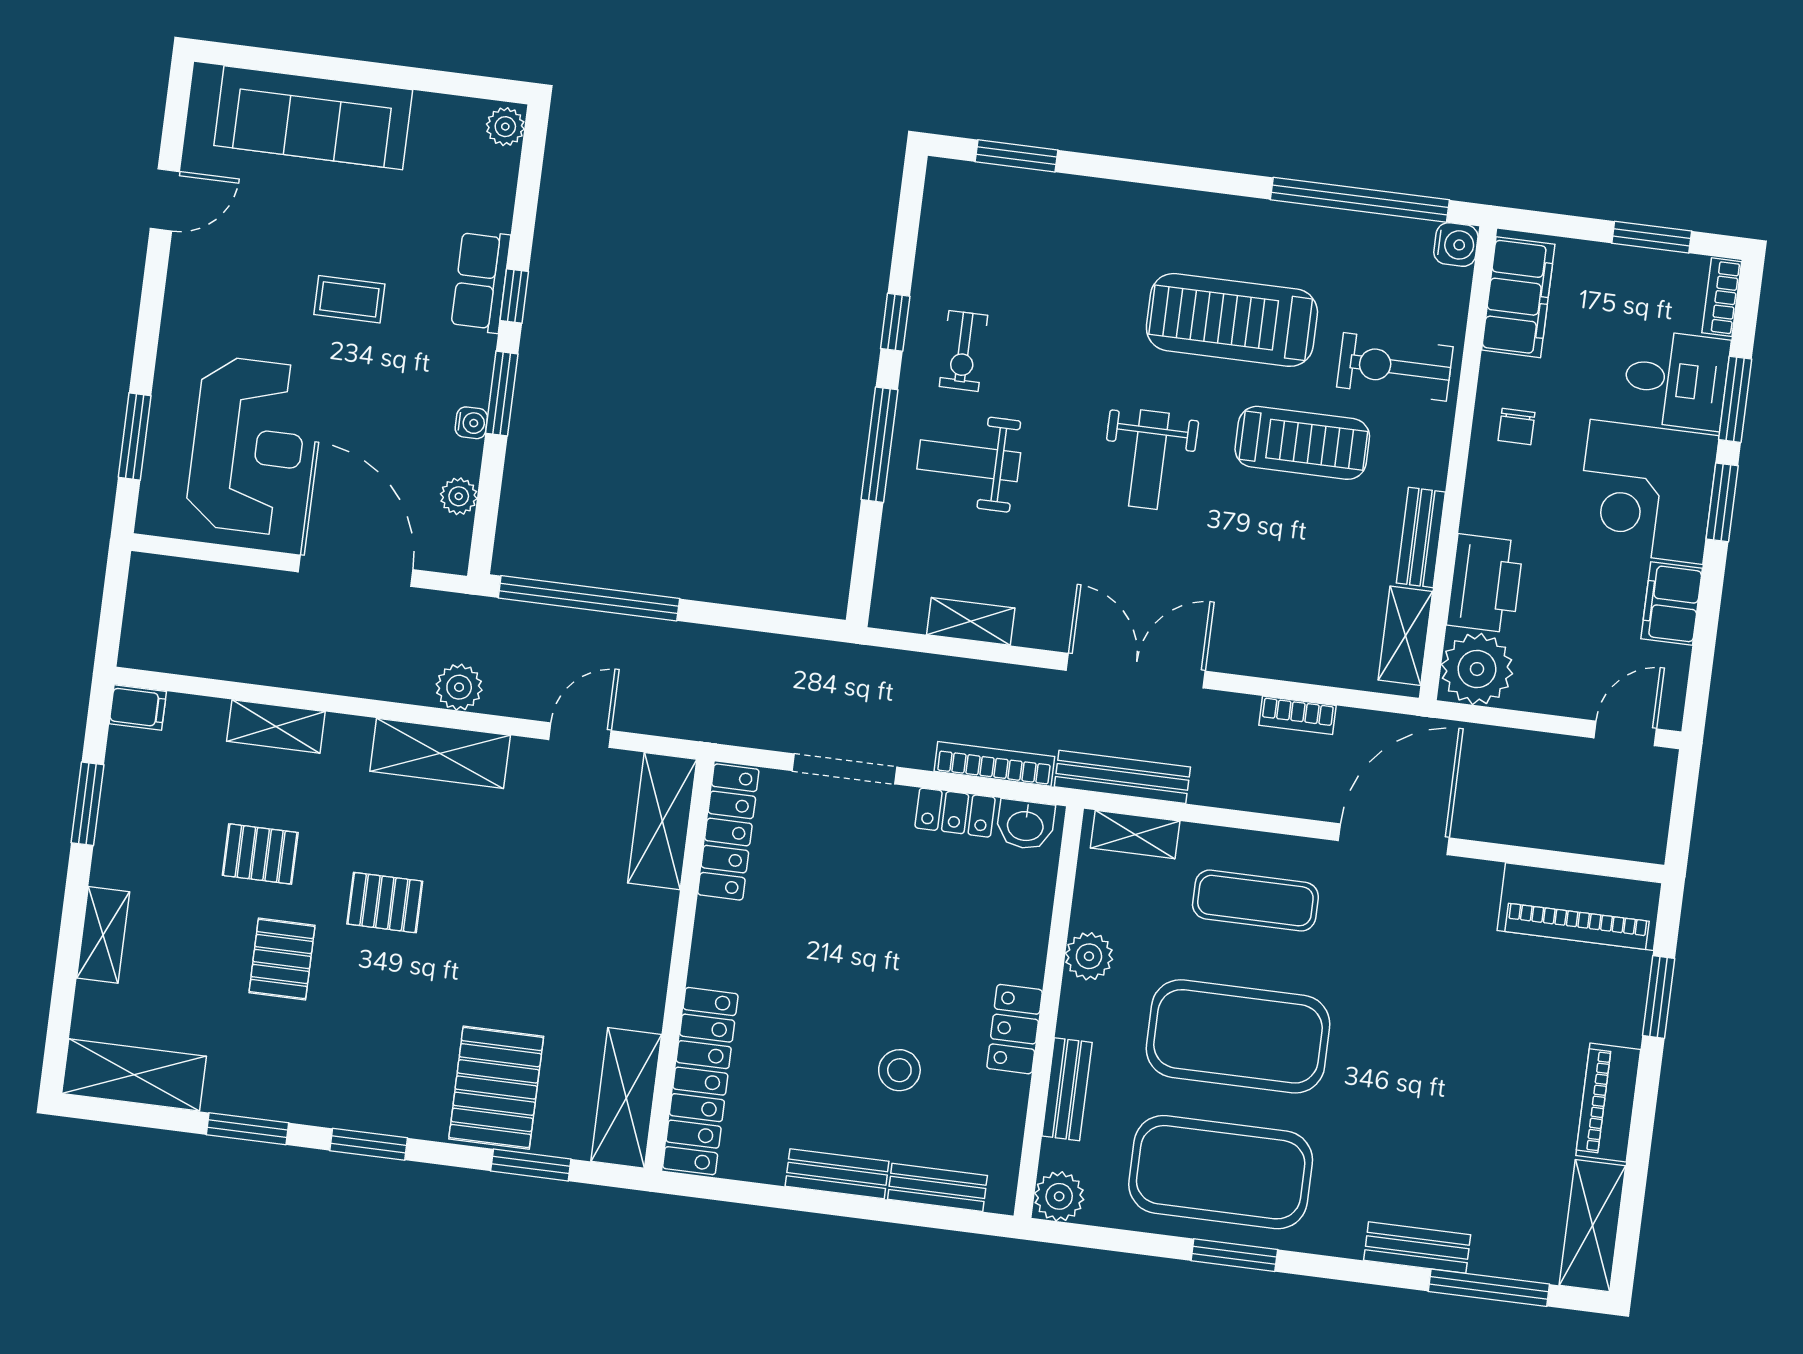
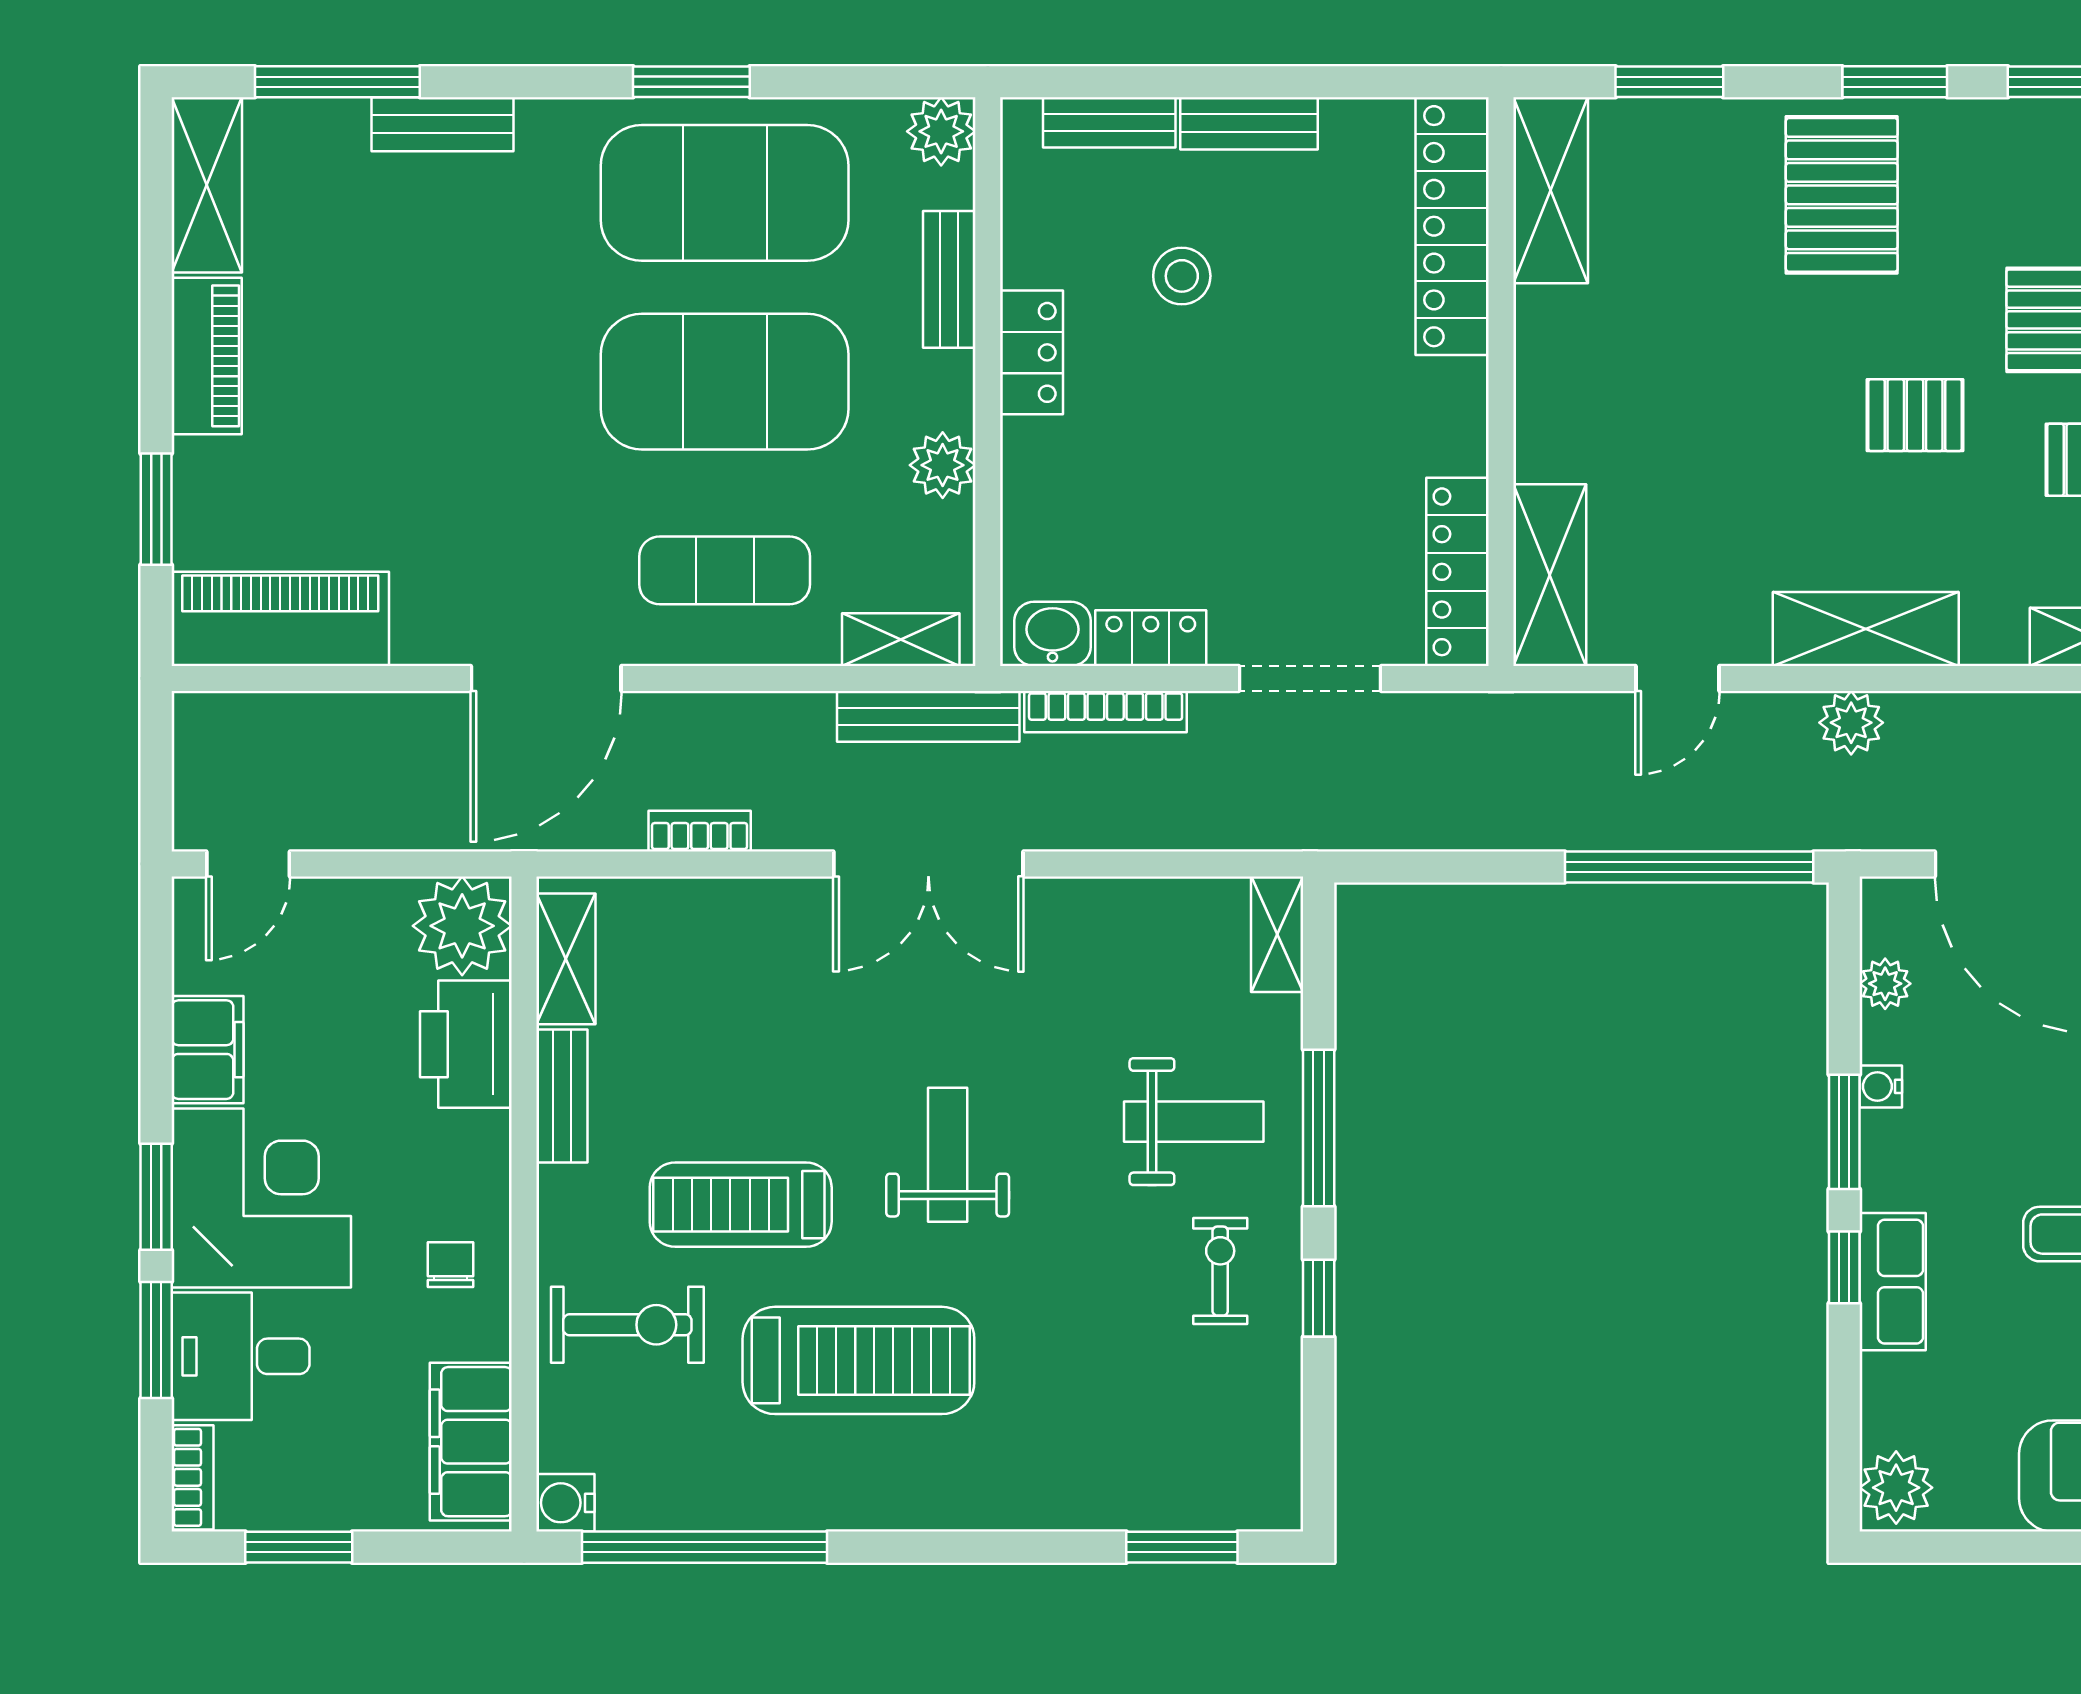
plant: (505, 127) -> (1896, 1488), width x1.38, depth x1.38
shelving: (971, 621) -> (1277, 934), moved, turned 90
pallet: (496, 1088) -> (1842, 195), moved

